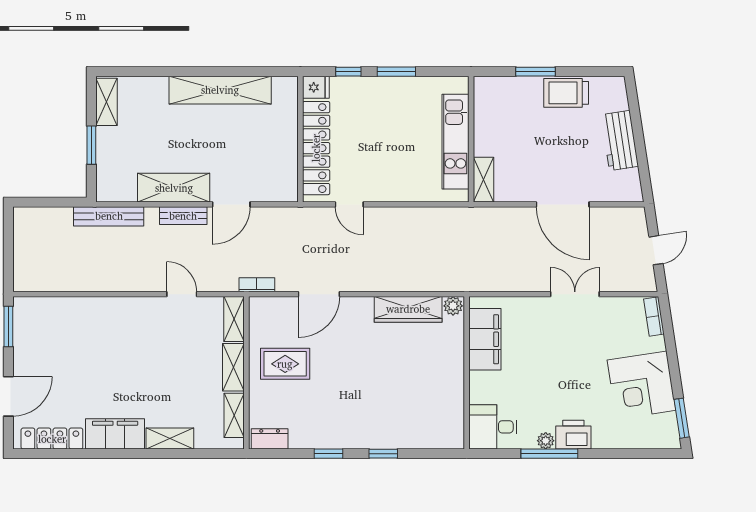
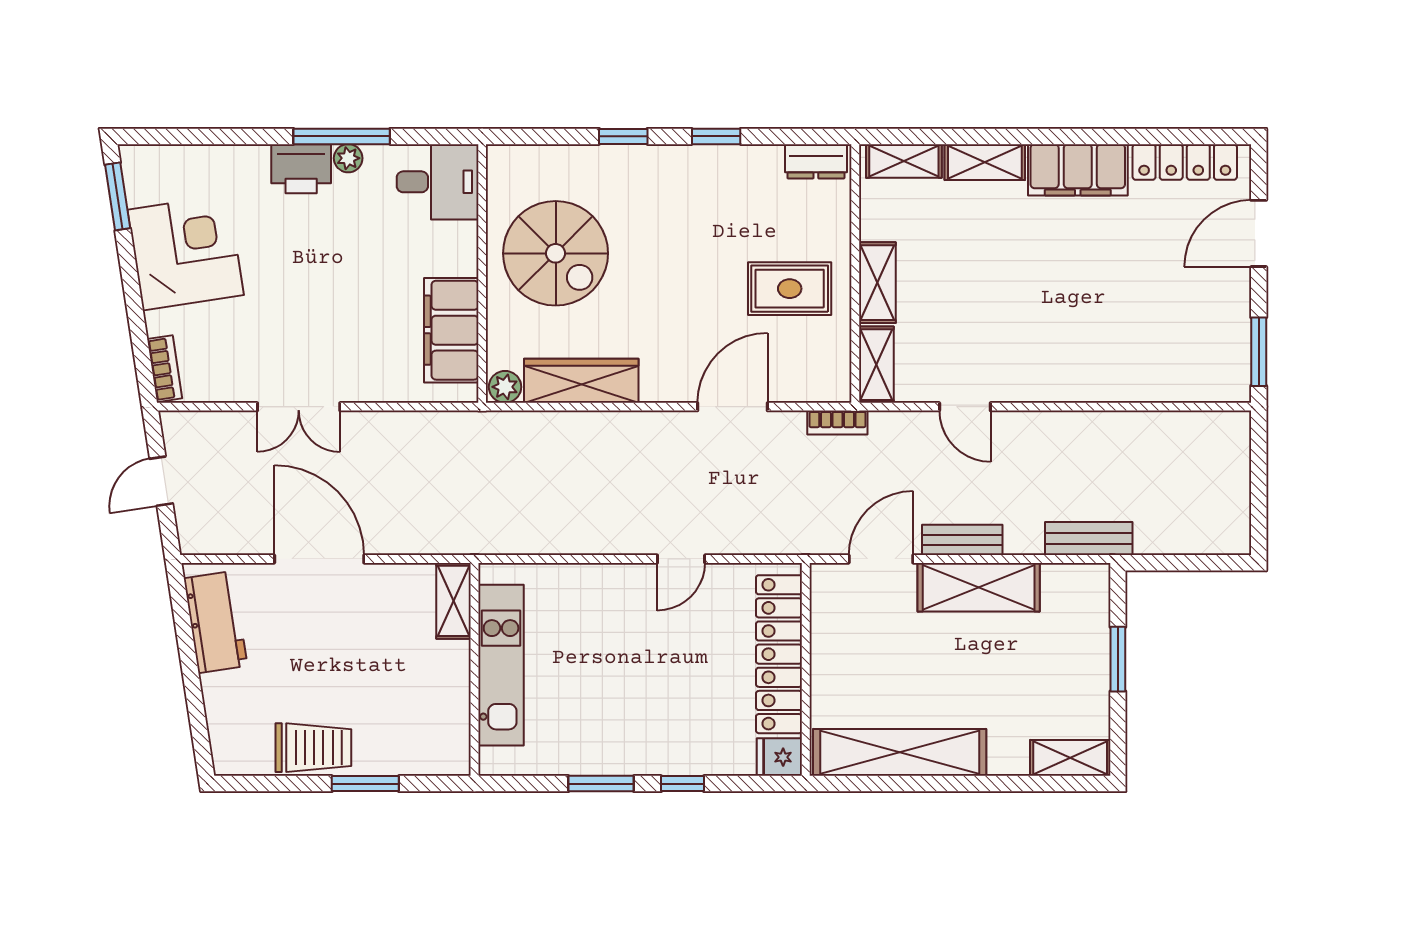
fridge: (316, 87) -> (779, 757), moved
shelving: (107, 102) -> (1070, 758), moved, turned 90
wall: (300, 139) -> (806, 669), moved
workbench: (620, 141) -> (216, 622), moved
locker: (316, 148) -> (779, 654), moved
door: (349, 204) -> (681, 559), swing flipped
bench: (109, 216) -> (1089, 538), width x0.73
spiral stairs: (423, 385) -> (556, 253), added
shelving: (234, 415) -> (904, 161), moved, turned 90

